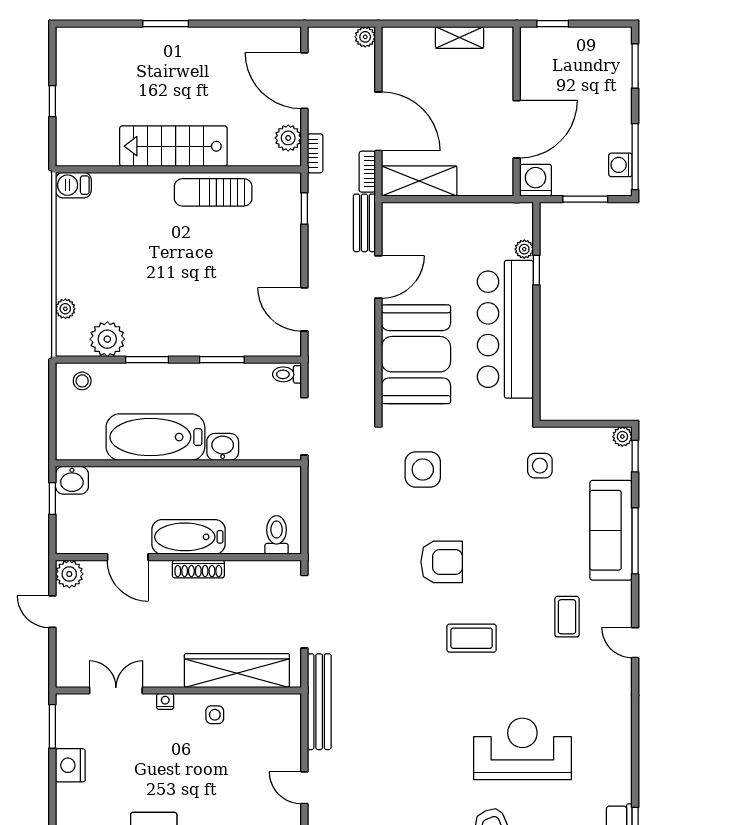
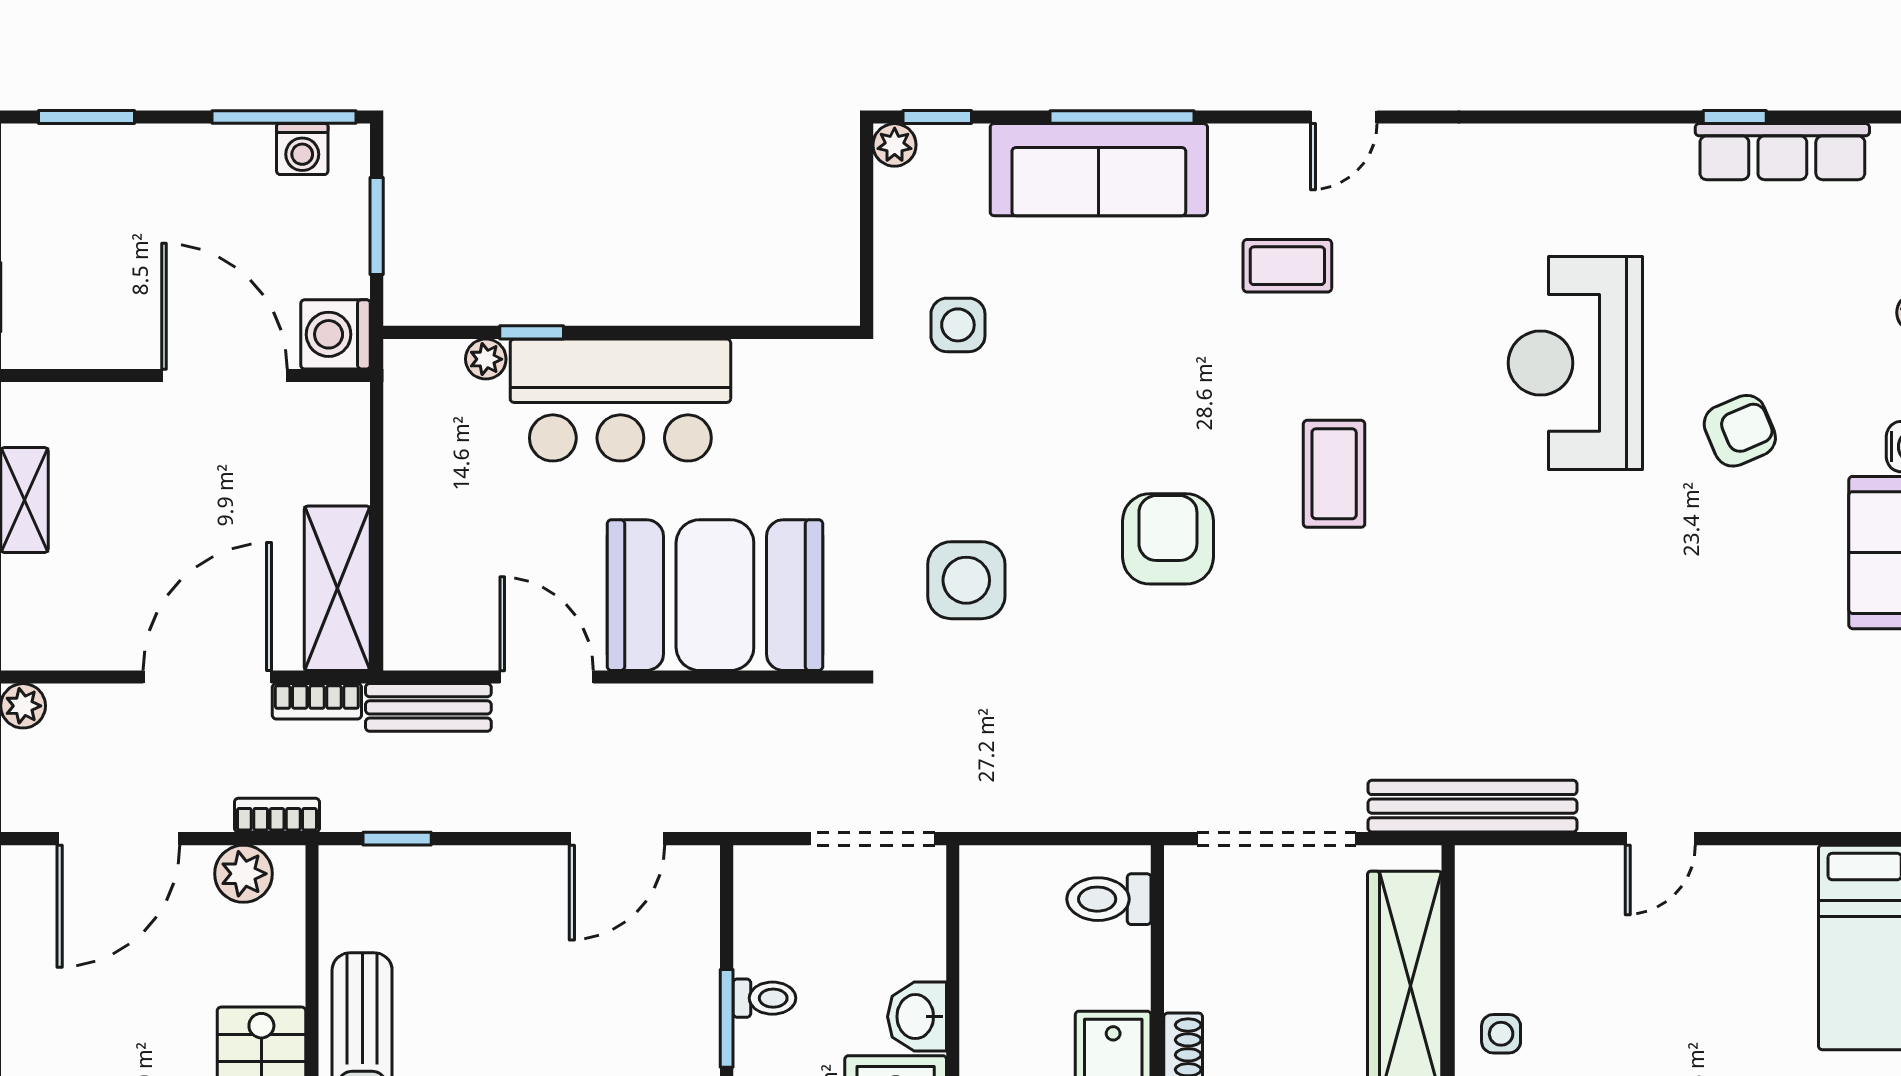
bar counter: (505, 329) -> (620, 400), width x0.73
toilet: (287, 374) -> (764, 998), moved, turned -90

